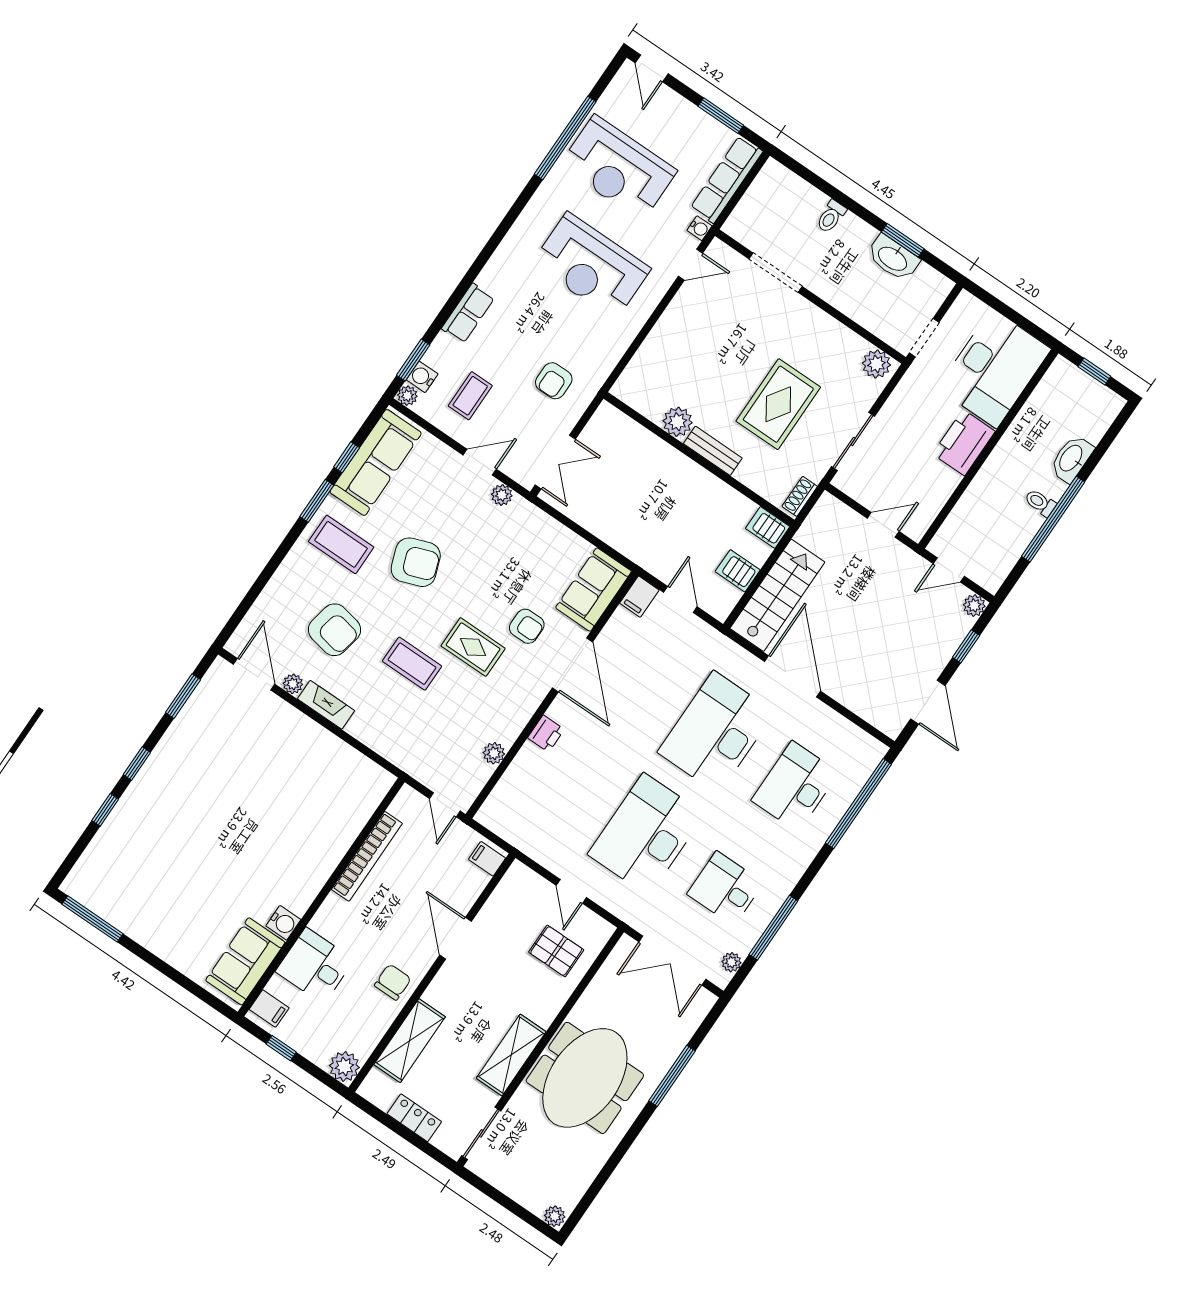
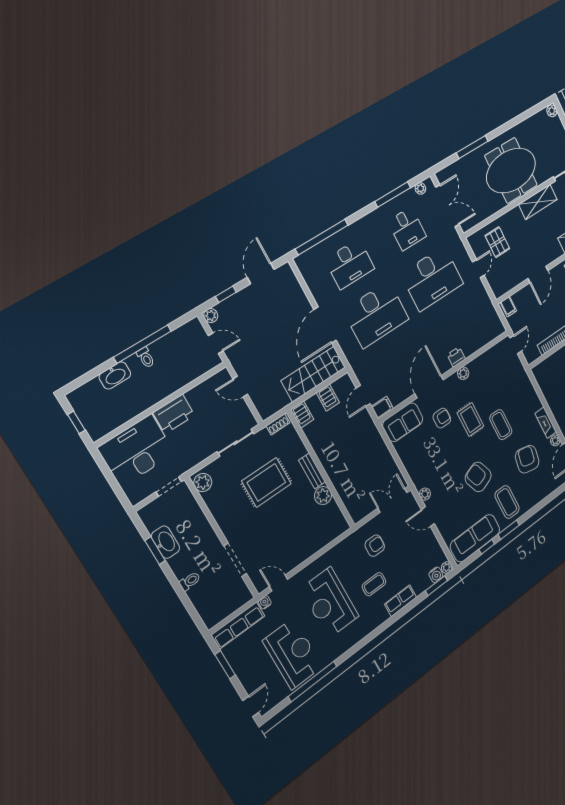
reception desk: (591, 266) -> (330, 603), turned 180
coffee table: (470, 396) -> (374, 584), moved
armchair: (527, 626) -> (442, 418), turned 90
plant: (494, 753) -> (463, 373), moved

